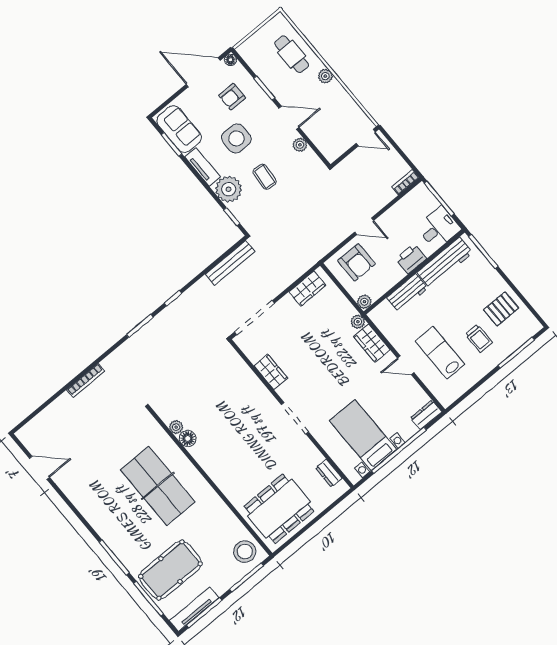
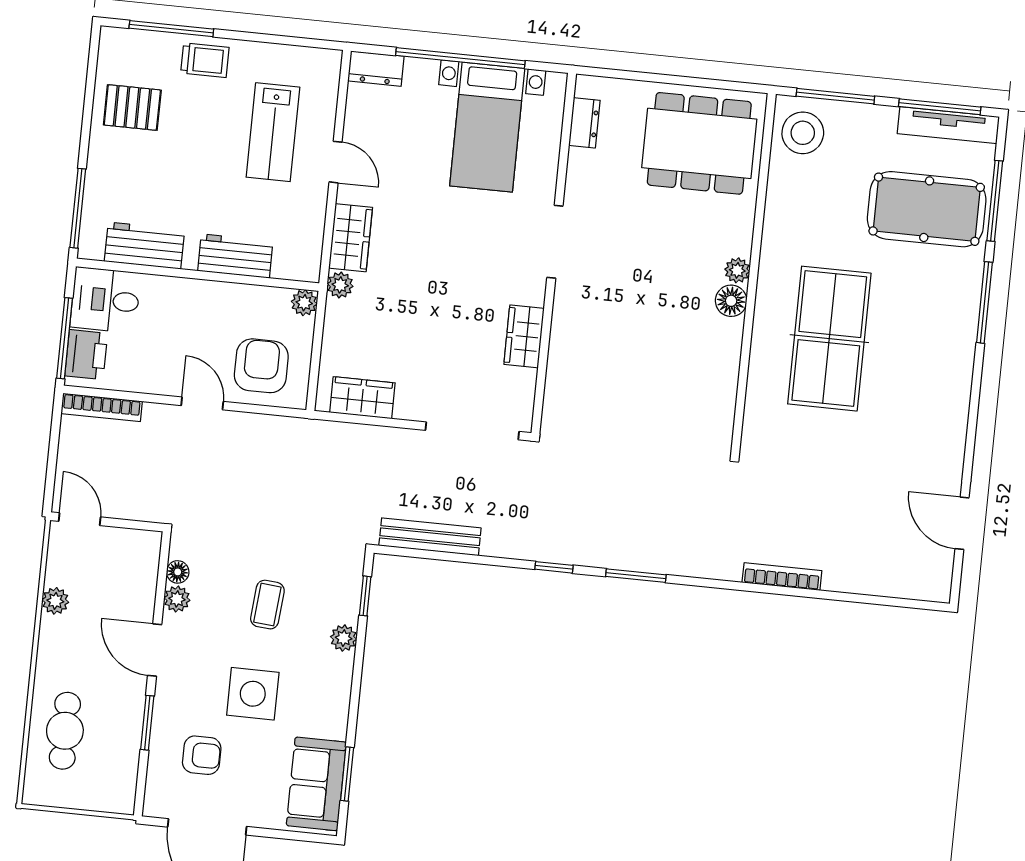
floor lamp: (230, 60) -> (178, 572), moved
plant: (325, 76) -> (55, 601), moved
tv unit: (203, 167) -> (337, 702), removed
bookcase: (405, 182) -> (102, 407), width x1.56
plant: (229, 189) -> (344, 638), width x0.53, depth x0.53
printer: (411, 259) -> (86, 355), moved, turned -90
workbench: (445, 263) -> (144, 246), width x0.73
trolley: (479, 338) -> (205, 60), moved, turned 90
plant: (176, 427) -> (737, 270), moved
floor lamp: (188, 439) -> (731, 301), moved

